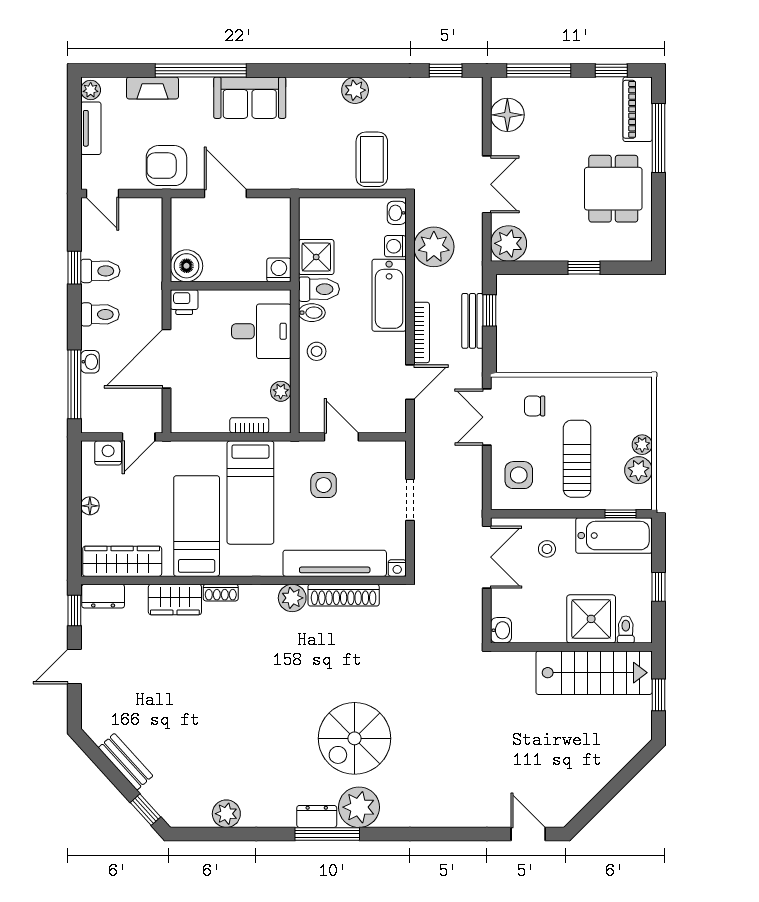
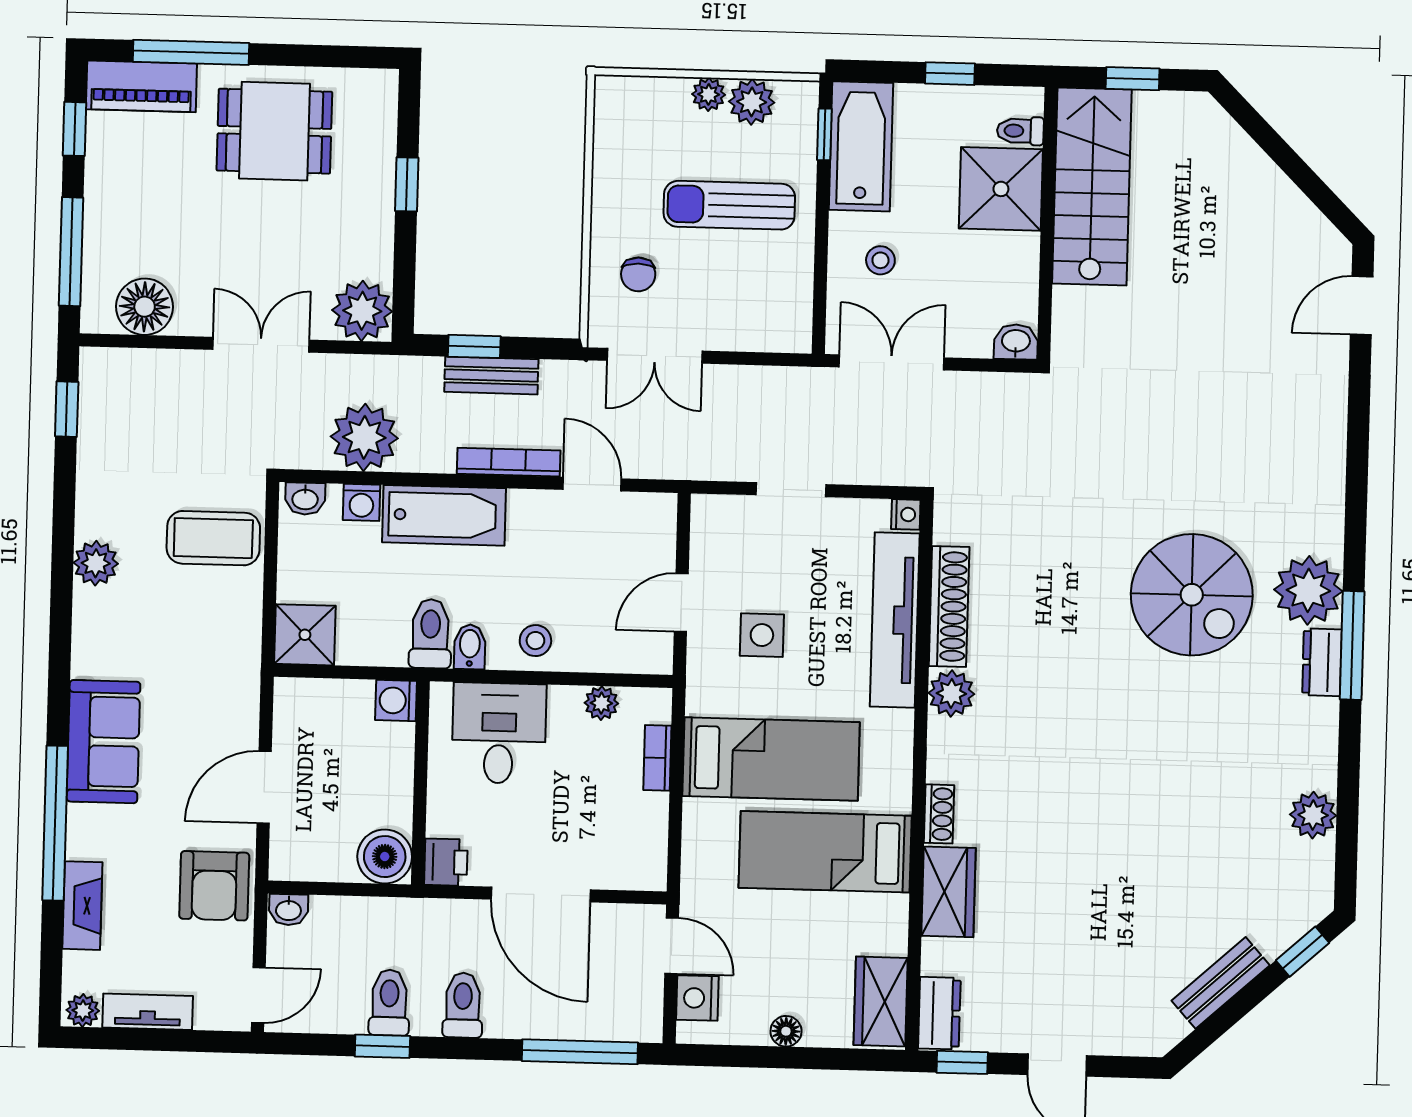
shower: (316, 257) -> (305, 635), moved
washbasin: (90, 362) -> (289, 910), moved, turned 180
side table: (519, 475) -> (754, 305), removed
wardrobe: (122, 561) -> (881, 1001), width x0.67

